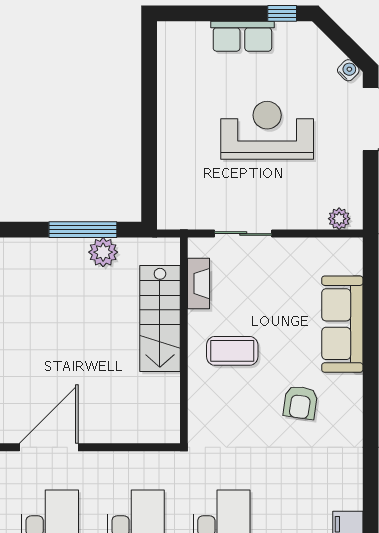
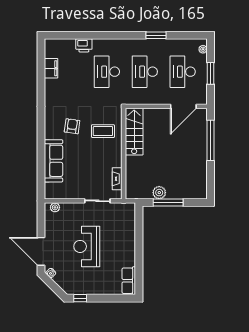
row of seats: (242, 36) -> (129, 281), moved, turned -90
reception desk: (267, 130) -> (87, 246), turned 90
stairs: (160, 318) -> (134, 132), moved
coffee table: (232, 351) -> (103, 131), moved

